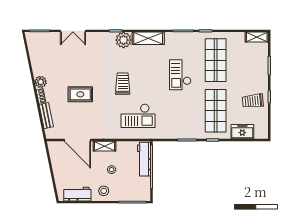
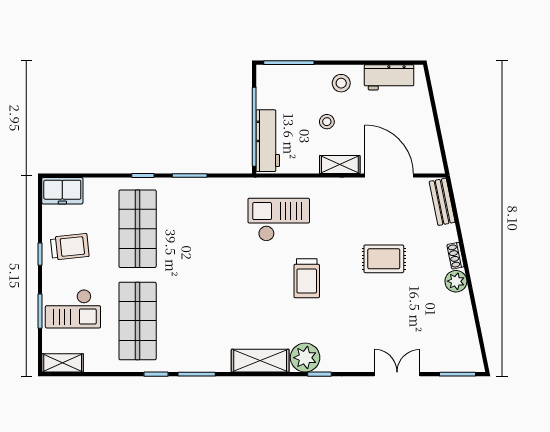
checkout: (180, 75) -> (73, 309), moved, turned 90
bench: (46, 116) -> (442, 202), moved
freezer: (242, 132) -> (62, 191), moved

